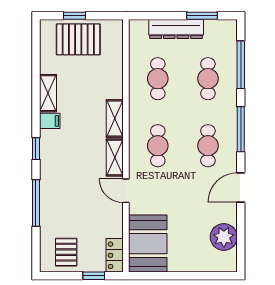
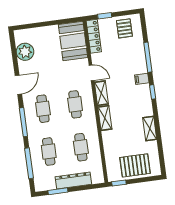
window: (74, 16) -> (119, 183), moved
filing cabinet: (50, 121) -> (142, 79), moved
locker: (115, 255) -> (94, 36), width x1.53

